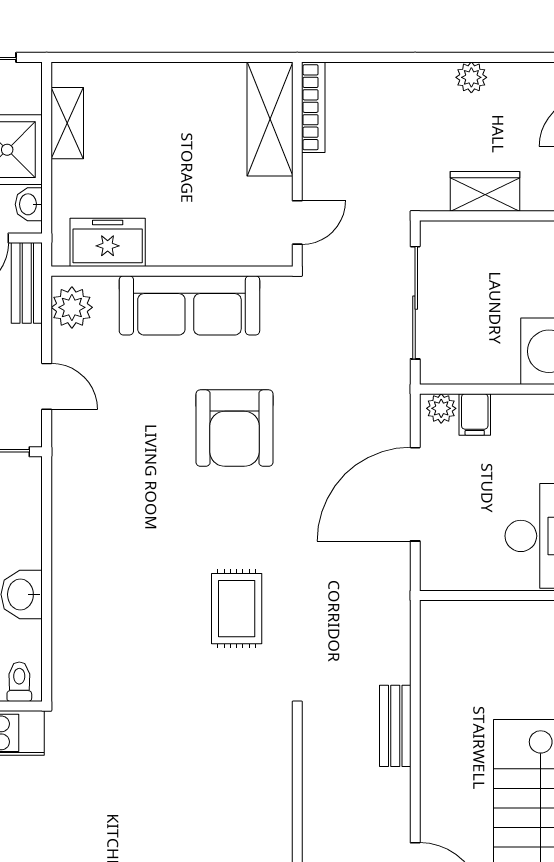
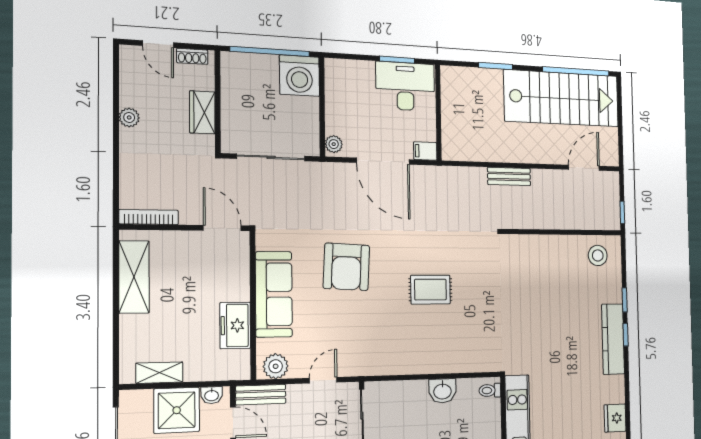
shelving: (270, 119) -> (134, 277), moved, turned 90
door: (297, 222) -> (222, 228), width x1.38
freezer: (108, 242) -> (235, 325), moved
filing cabinet: (475, 414) -> (425, 151), moved, turned 180
armchair: (234, 428) -> (346, 267), turned 93
rug: (237, 609) -> (430, 290), moved

